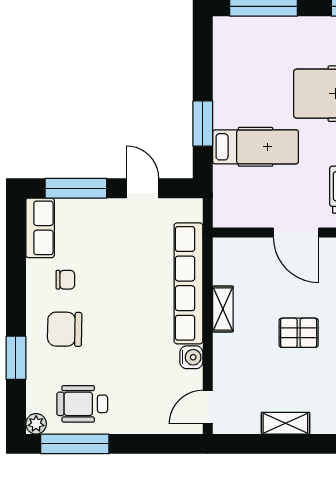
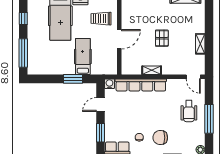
window: (76, 188) -> (100, 133), width x0.69
chair: (65, 329) -> (160, 138), turned 89
water cooler: (191, 357) -> (109, 84), moved
wheelchair: (82, 404) -> (189, 111), moved
window: (75, 444) -> (209, 119), moved

